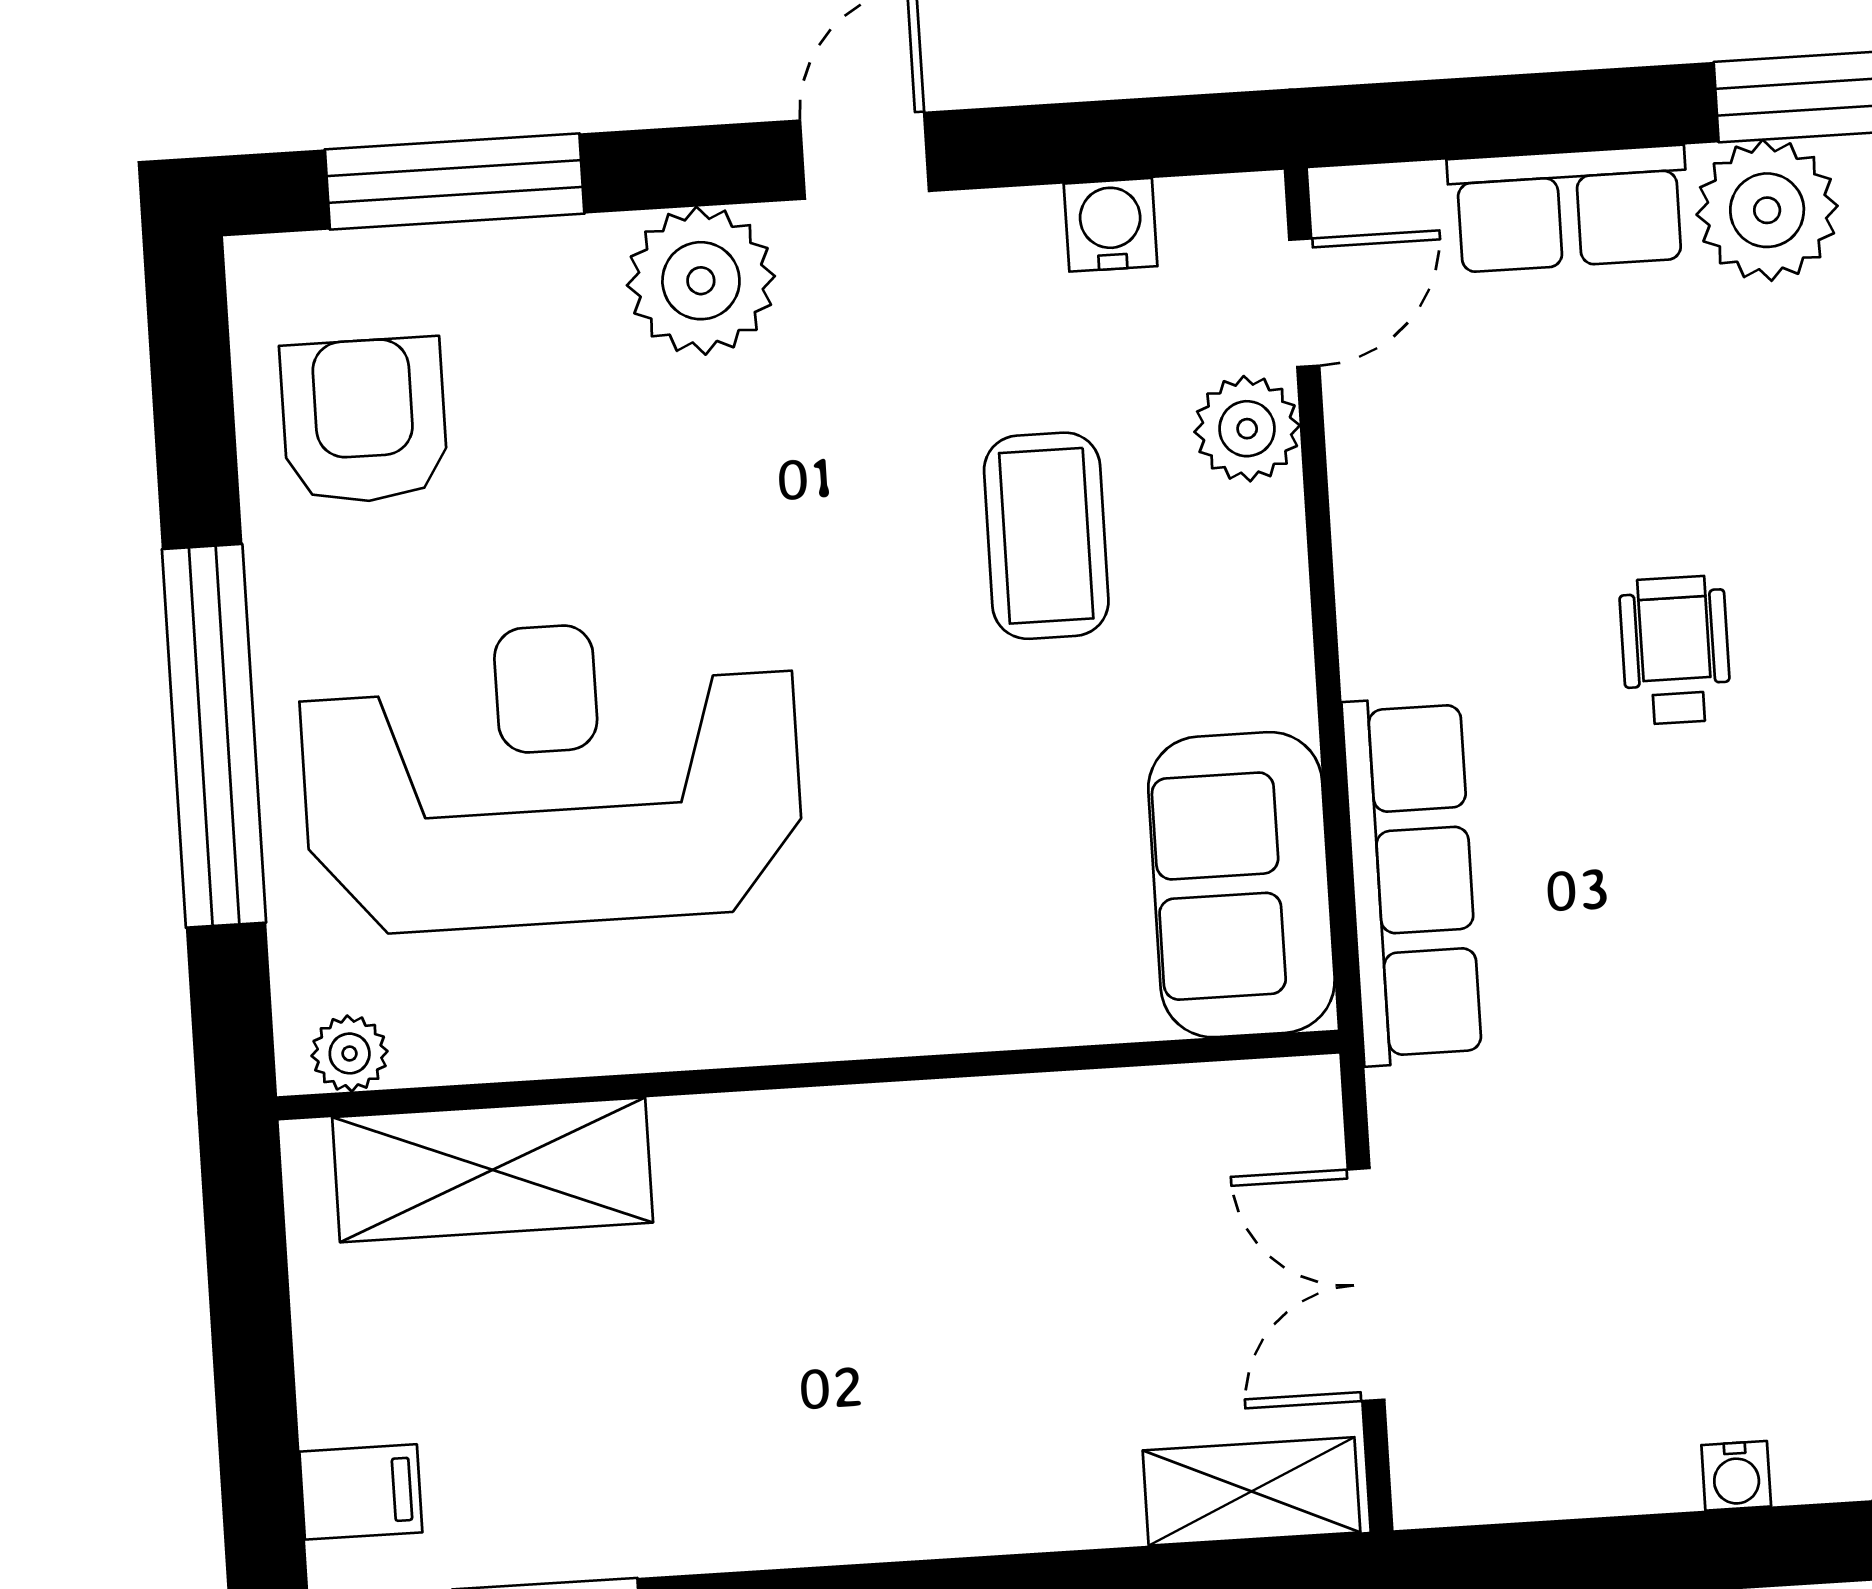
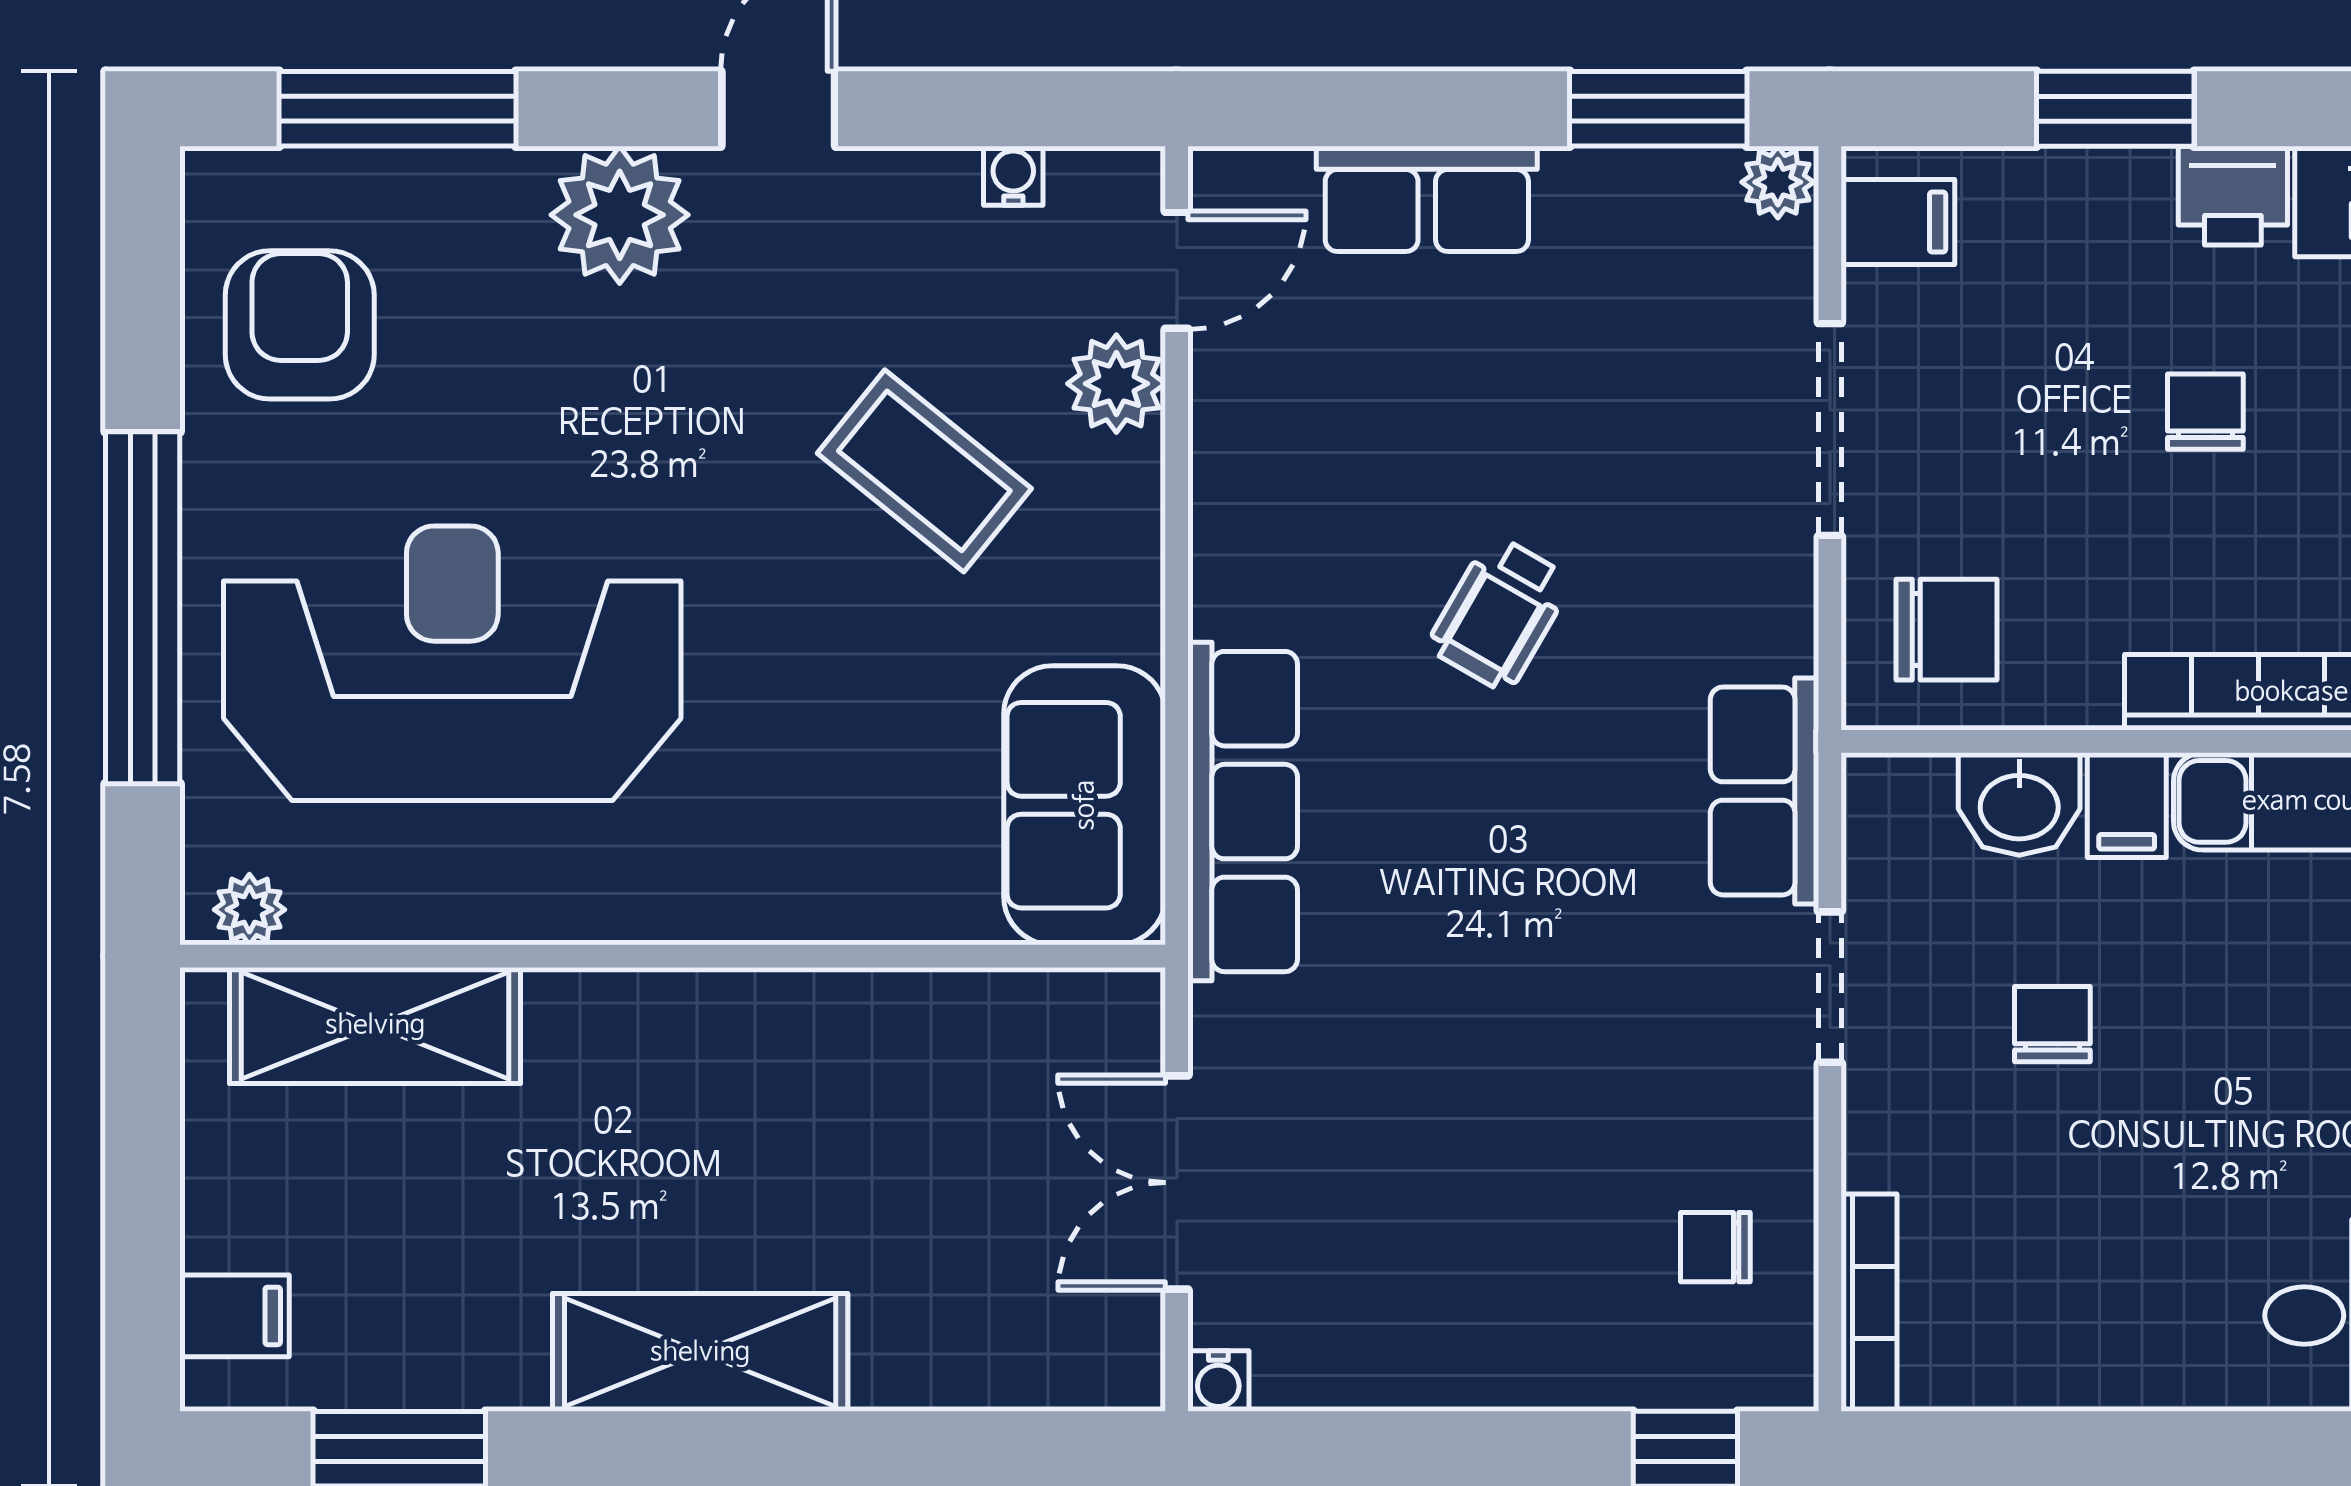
plant: (1767, 210) -> (1610, 212), removed
water cooler: (1111, 225) -> (1013, 176), width x0.72, depth x0.72
coffee table: (1046, 536) -> (924, 471), turned -51
wheelchair: (1675, 650) -> (1500, 613), turned -150
water cooler: (1736, 1476) -> (1218, 1381), moved
shelving: (1252, 1491) -> (700, 1352), moved, width x1.50, depth x1.33

